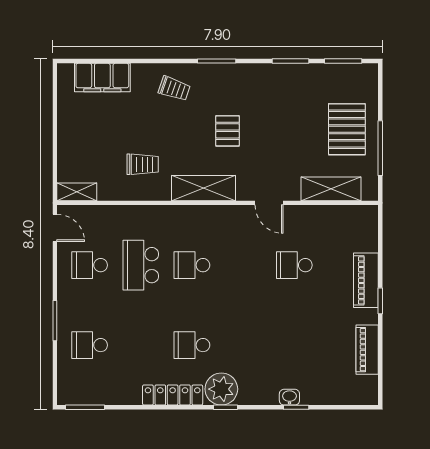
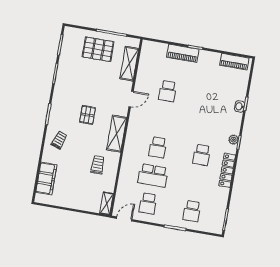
pallet: (227, 131) -> (88, 115), turned 90
piano: (367, 350) -> (234, 62), moved
plant: (221, 389) -> (233, 140), width x0.53, depth x0.53

